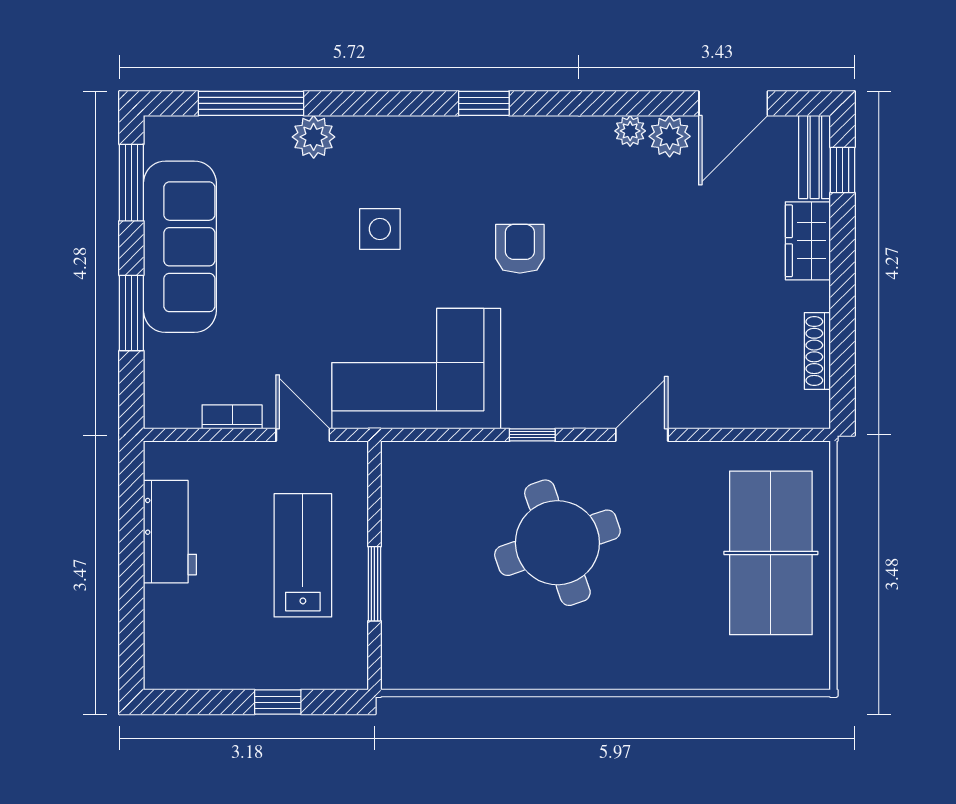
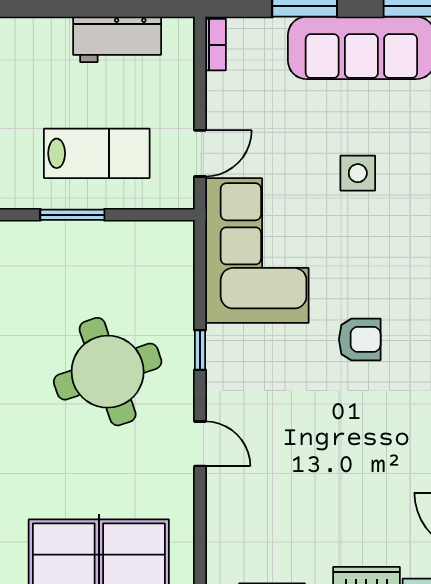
side table: (380, 229) -> (358, 173), moved
bookcase: (232, 417) -> (216, 45), moved

